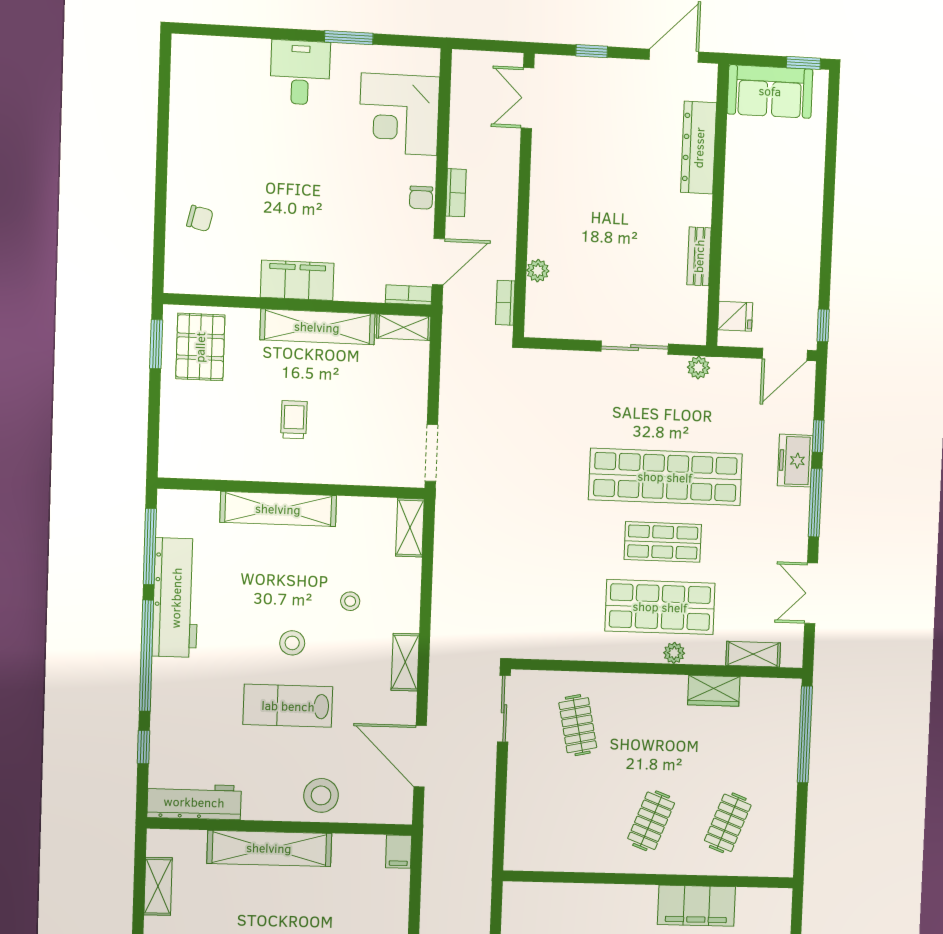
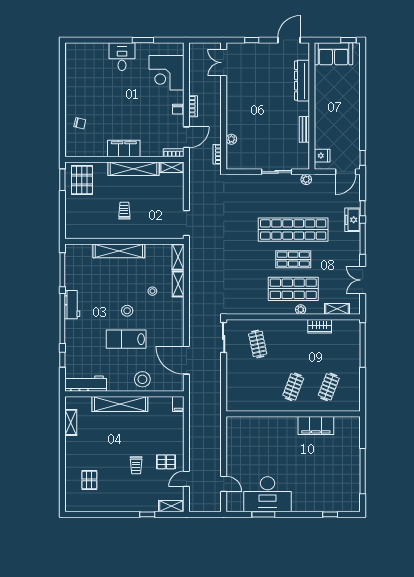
workbench: (176, 598) -> (72, 305), width x0.53, depth x0.76
shelving: (405, 662) -> (178, 284), moved

